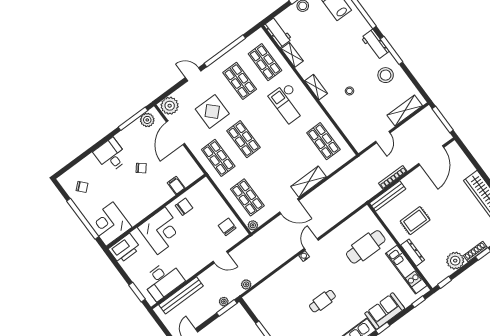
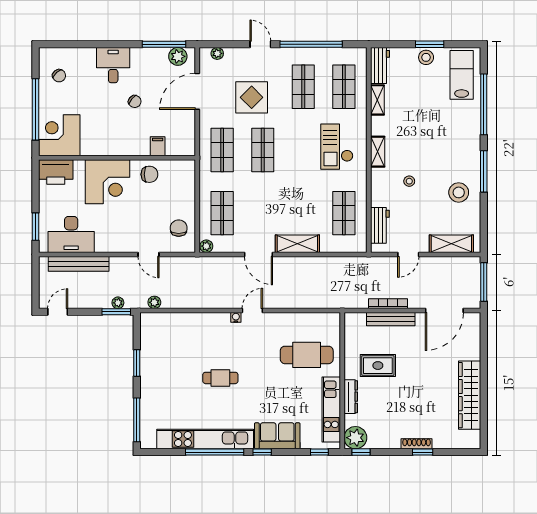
workbench: (375, 44) -> (380, 225), moved, turned 180
plant: (170, 106) -> (217, 53), width x0.53, depth x0.53
bench: (388, 196) -> (391, 319), moved
plant: (455, 261) -> (355, 438), moved

